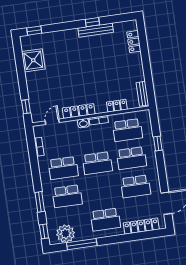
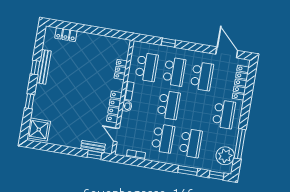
window: (34, 31) -> (30, 101), moved
shower: (33, 60) -> (39, 130), moved
bench: (142, 94) -> (93, 147), moved

